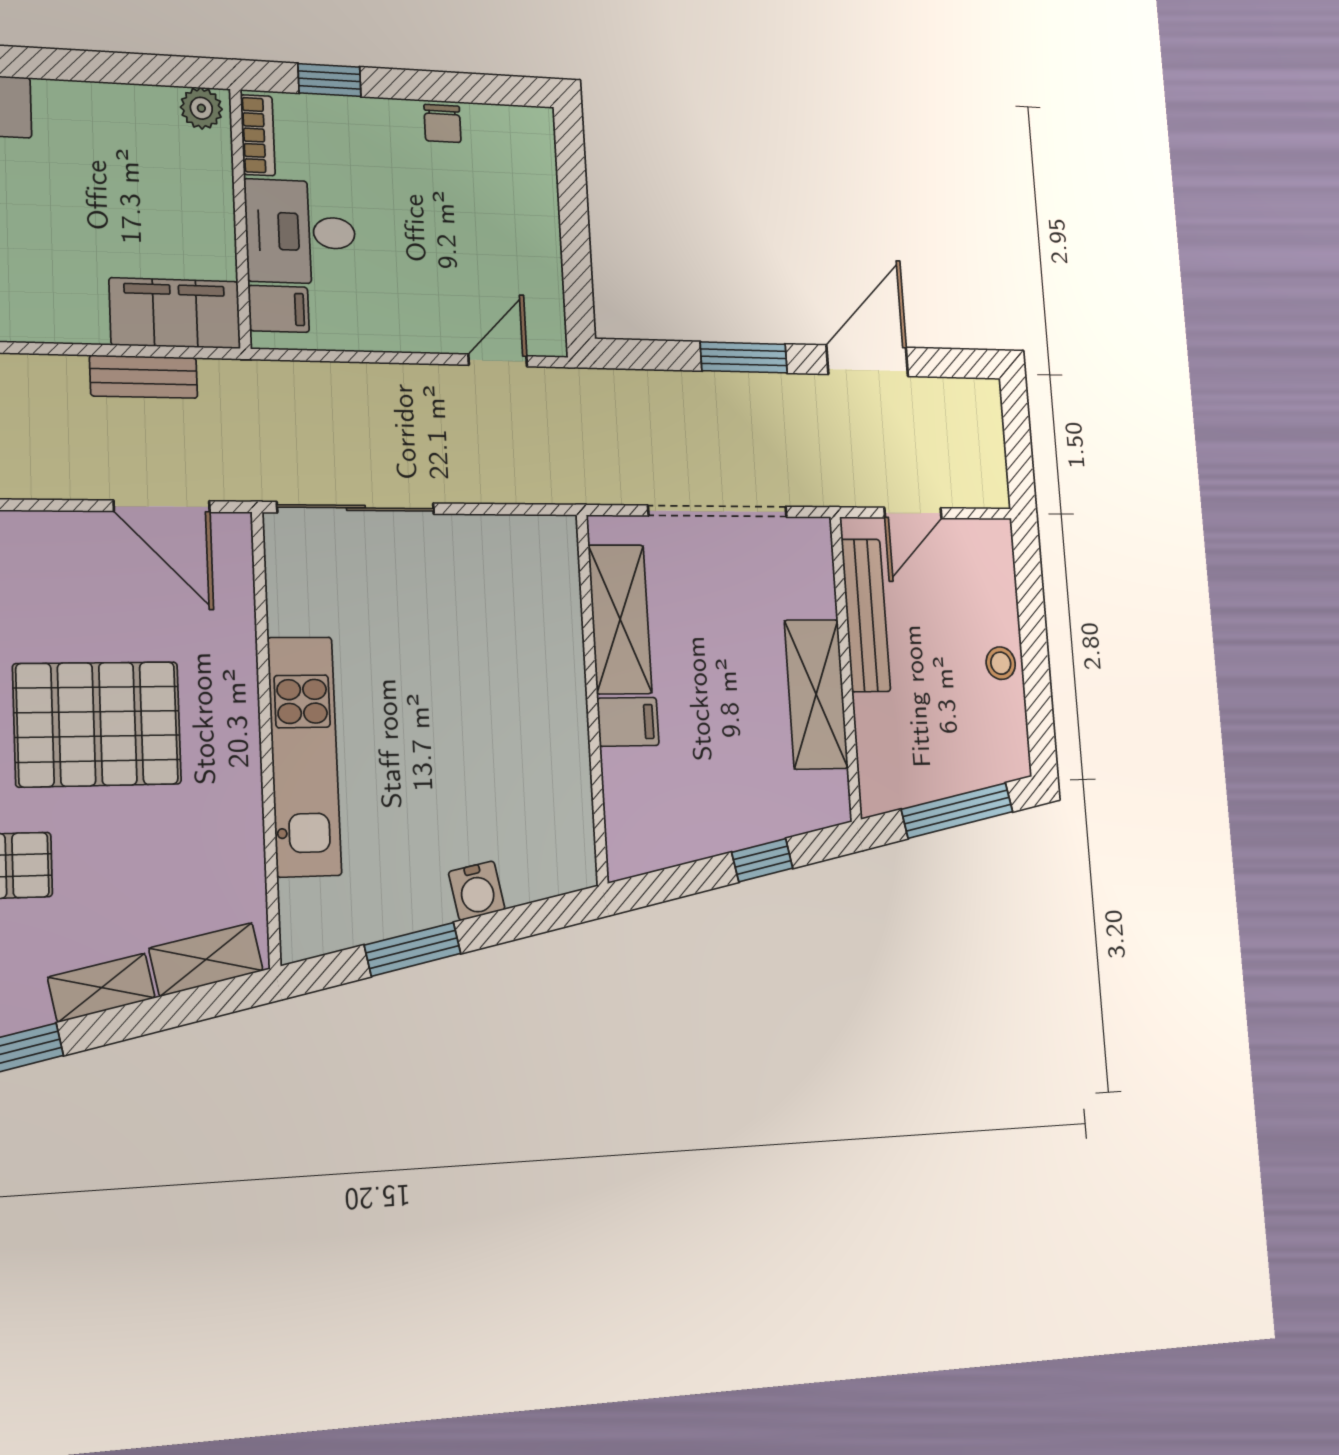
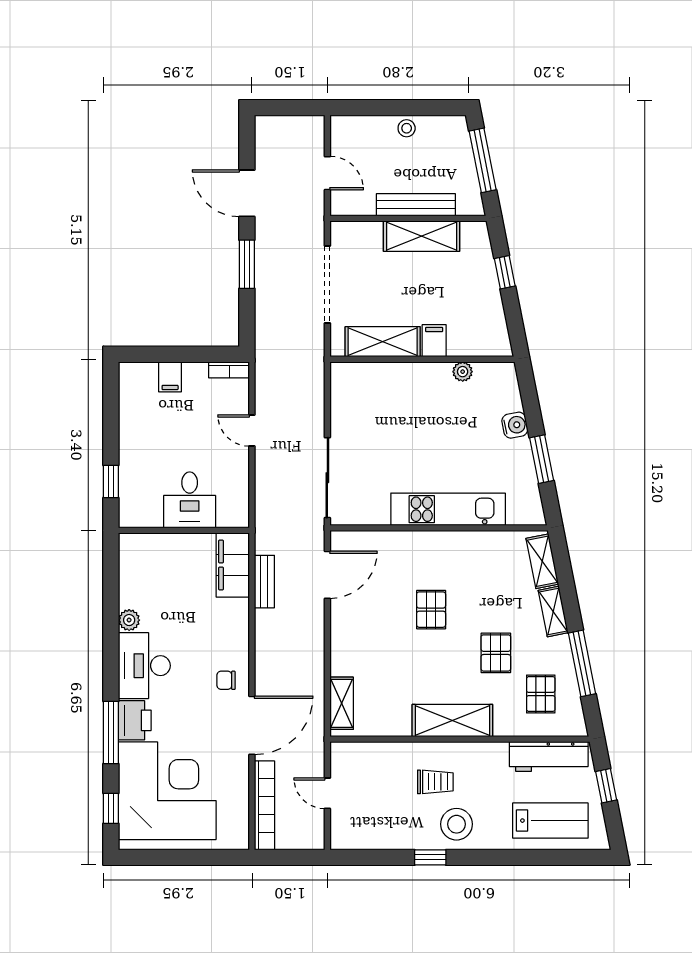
plant: (201, 108) -> (129, 620), moved
chair: (443, 123) -> (130, 423), removed
bookcase: (258, 135) -> (229, 370), moved, turned 180
filing cabinet: (279, 309) -> (170, 377), moved, turned 180
door: (498, 360) -> (252, 431), moved
bench: (866, 615) -> (416, 205), moved
pallet: (97, 724) -> (431, 610), width x0.49, depth x0.50
plant: (573, 780) -> (463, 372), added

